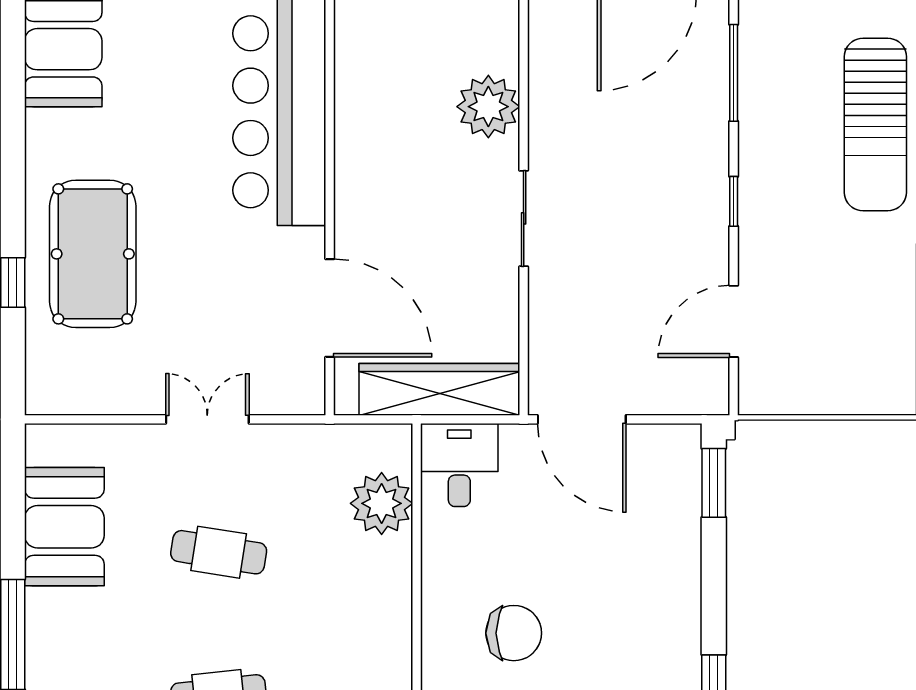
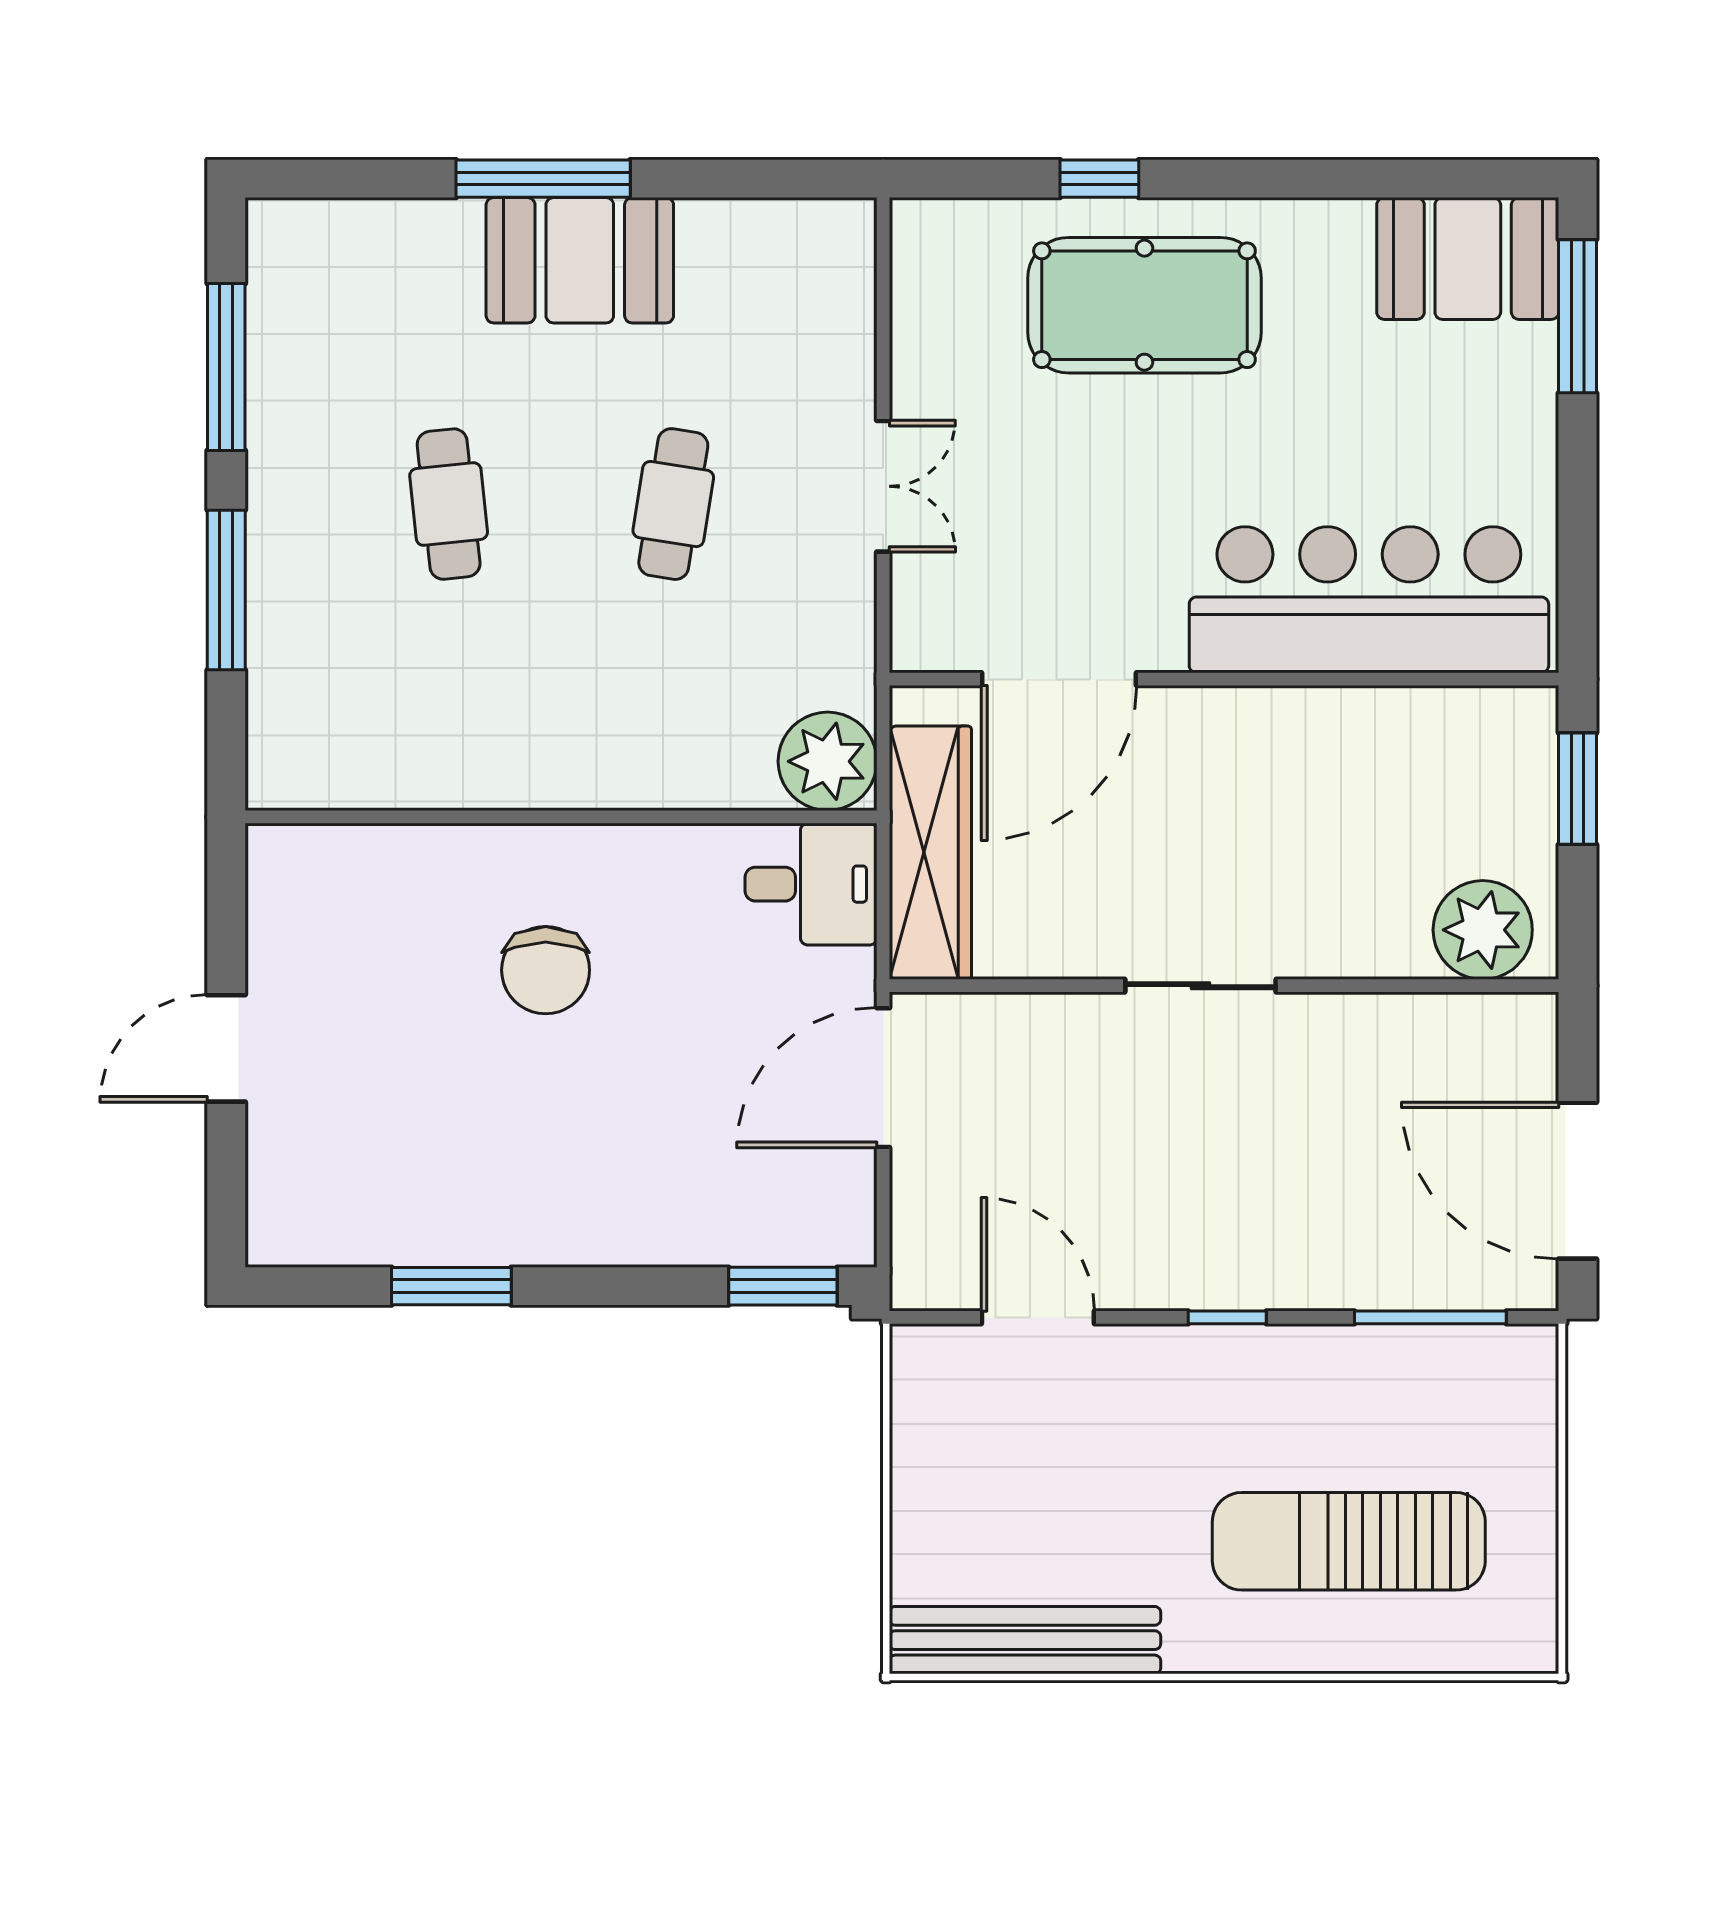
plant: (488, 107) -> (1483, 930), moved
plant: (382, 503) -> (828, 761), moved
booth: (64, 527) -> (580, 260), moved

